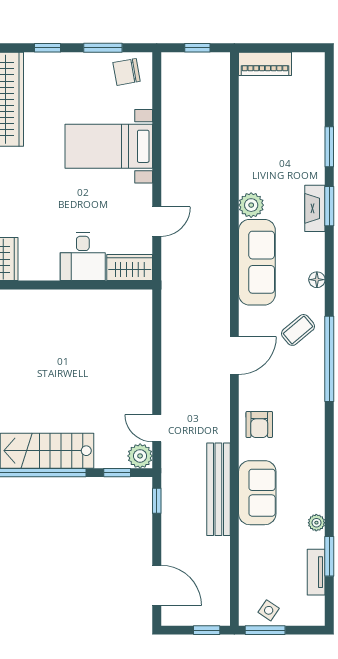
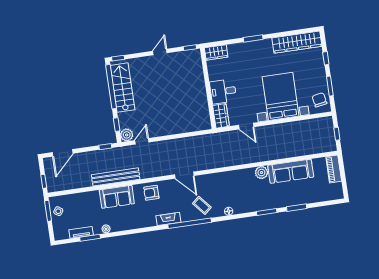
bed with nightstands: (109, 146) -> (281, 96), width x1.36
fireplace: (315, 208) -> (168, 219), moved
sofa: (257, 262) -> (291, 171), moved

